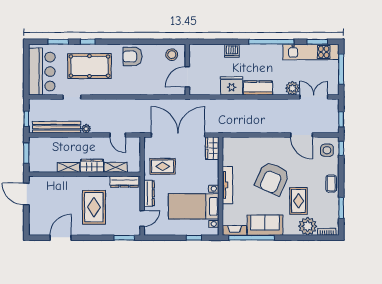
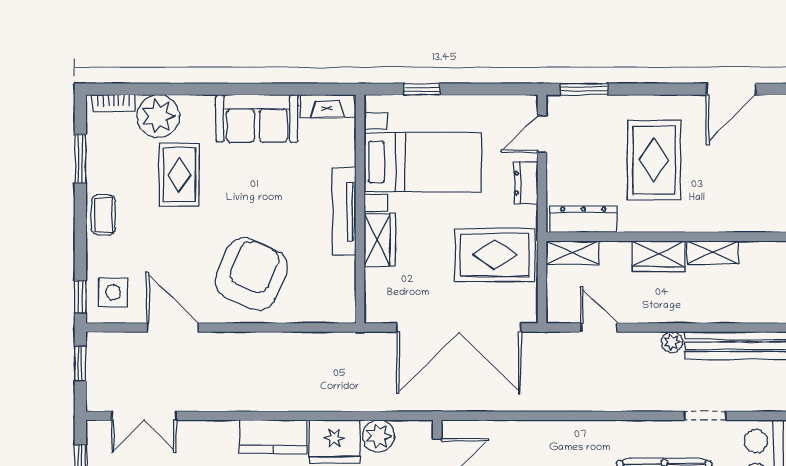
plant: (292, 88) -> (378, 436), moved
wardrobe: (212, 148) -> (380, 240), moved
rug: (163, 166) -> (495, 255), width x1.36, depth x1.43
shelving: (116, 167) -> (573, 253), moved
armchair: (272, 178) -> (251, 274), moved
dresser: (149, 193) -> (526, 183), width x0.70
window: (252, 238) -> (288, 89), removed

